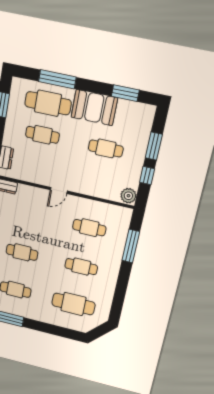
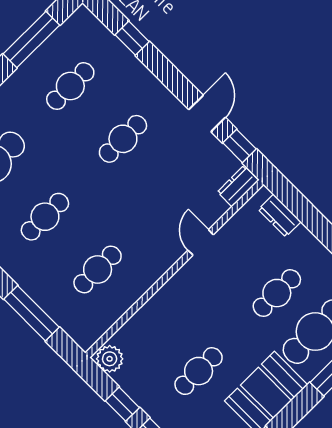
door: (59, 190) -> (201, 242), moved

